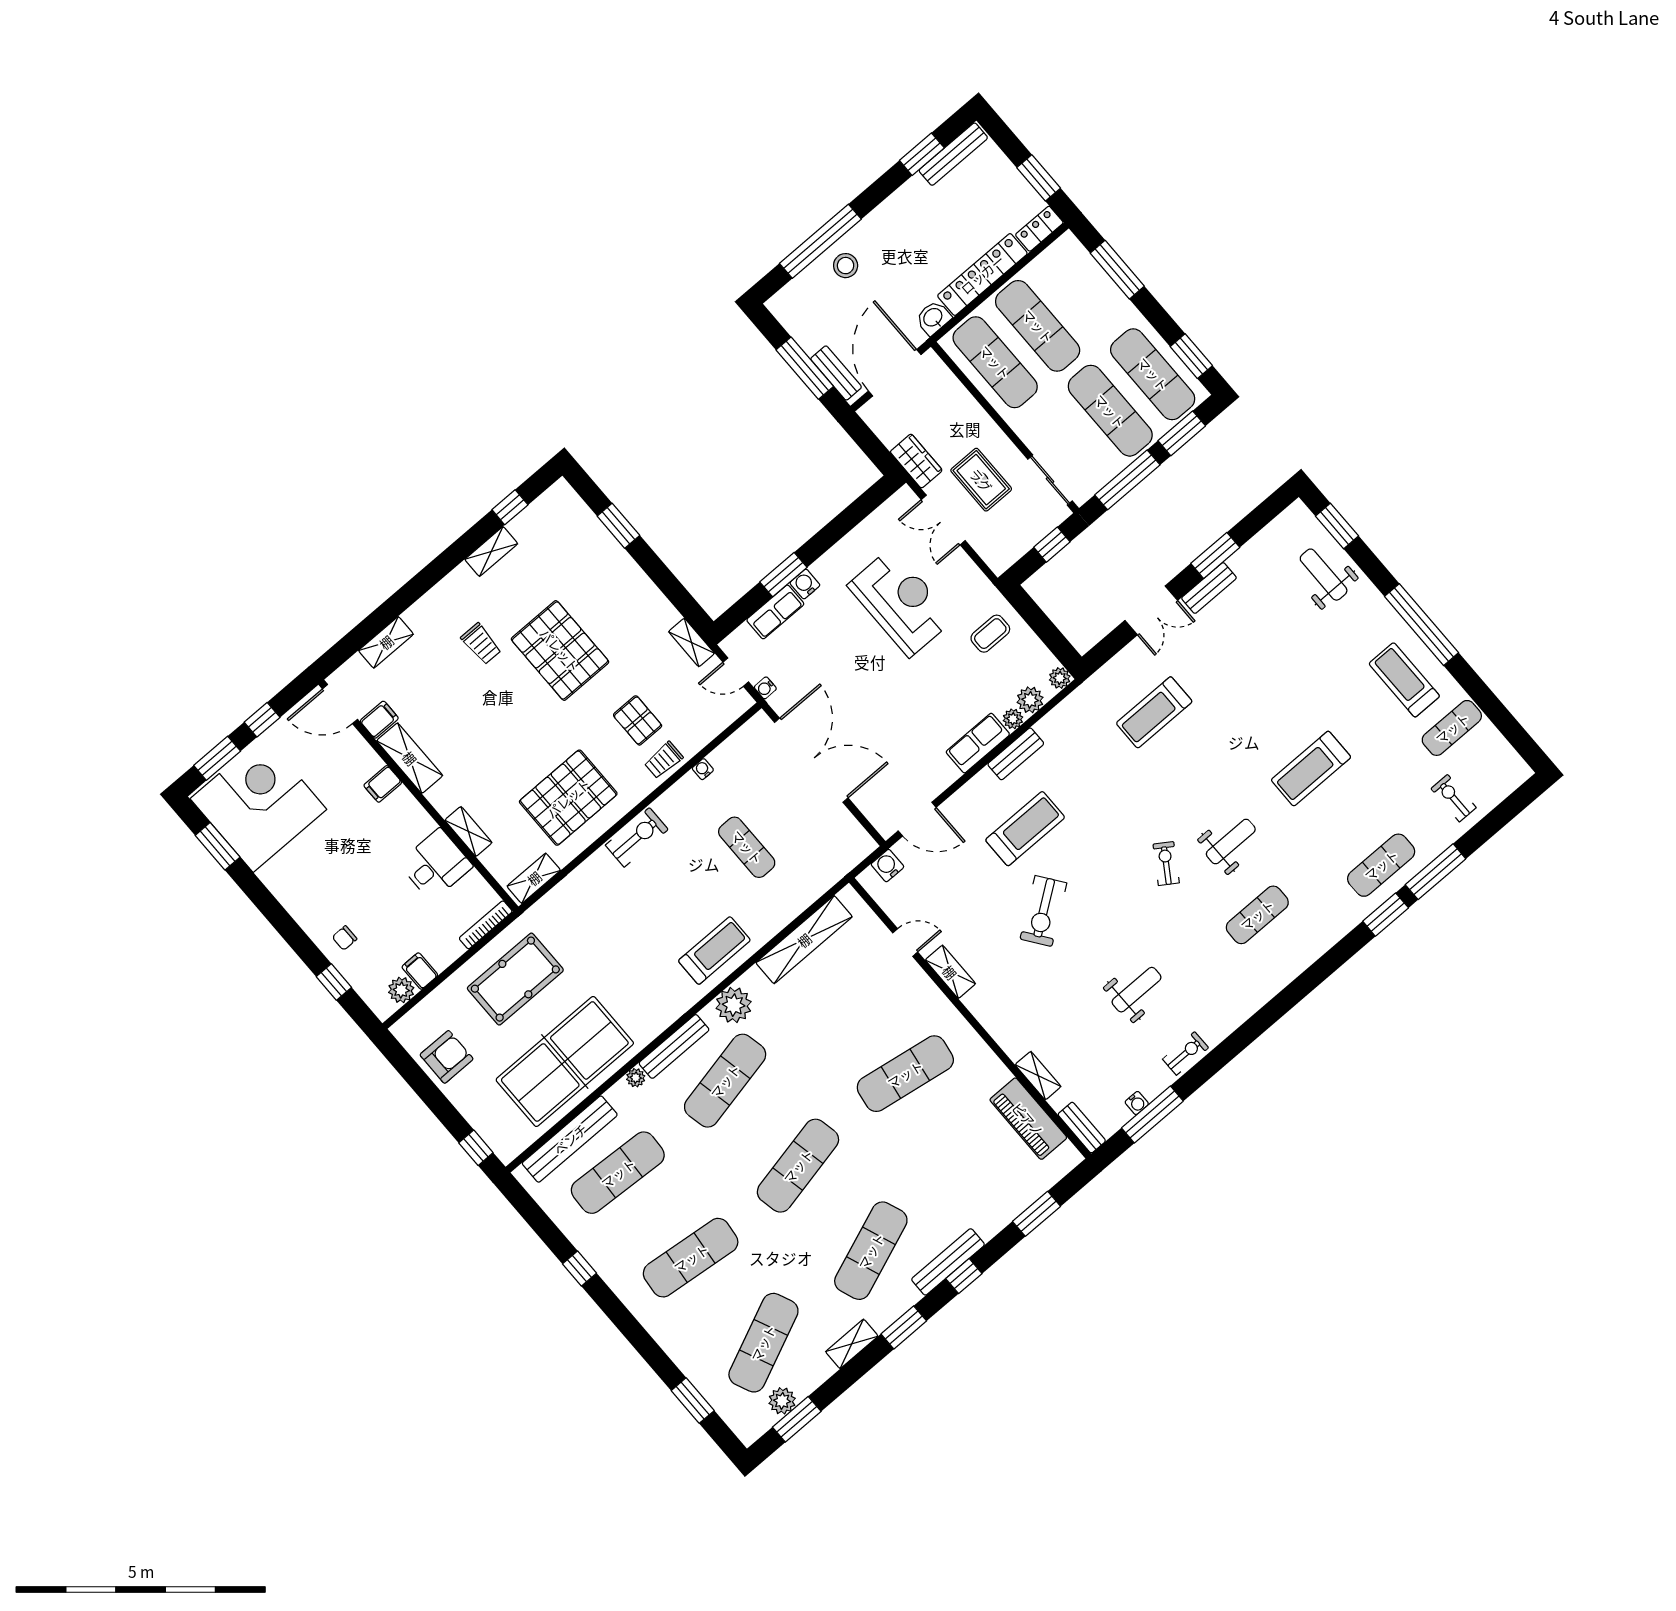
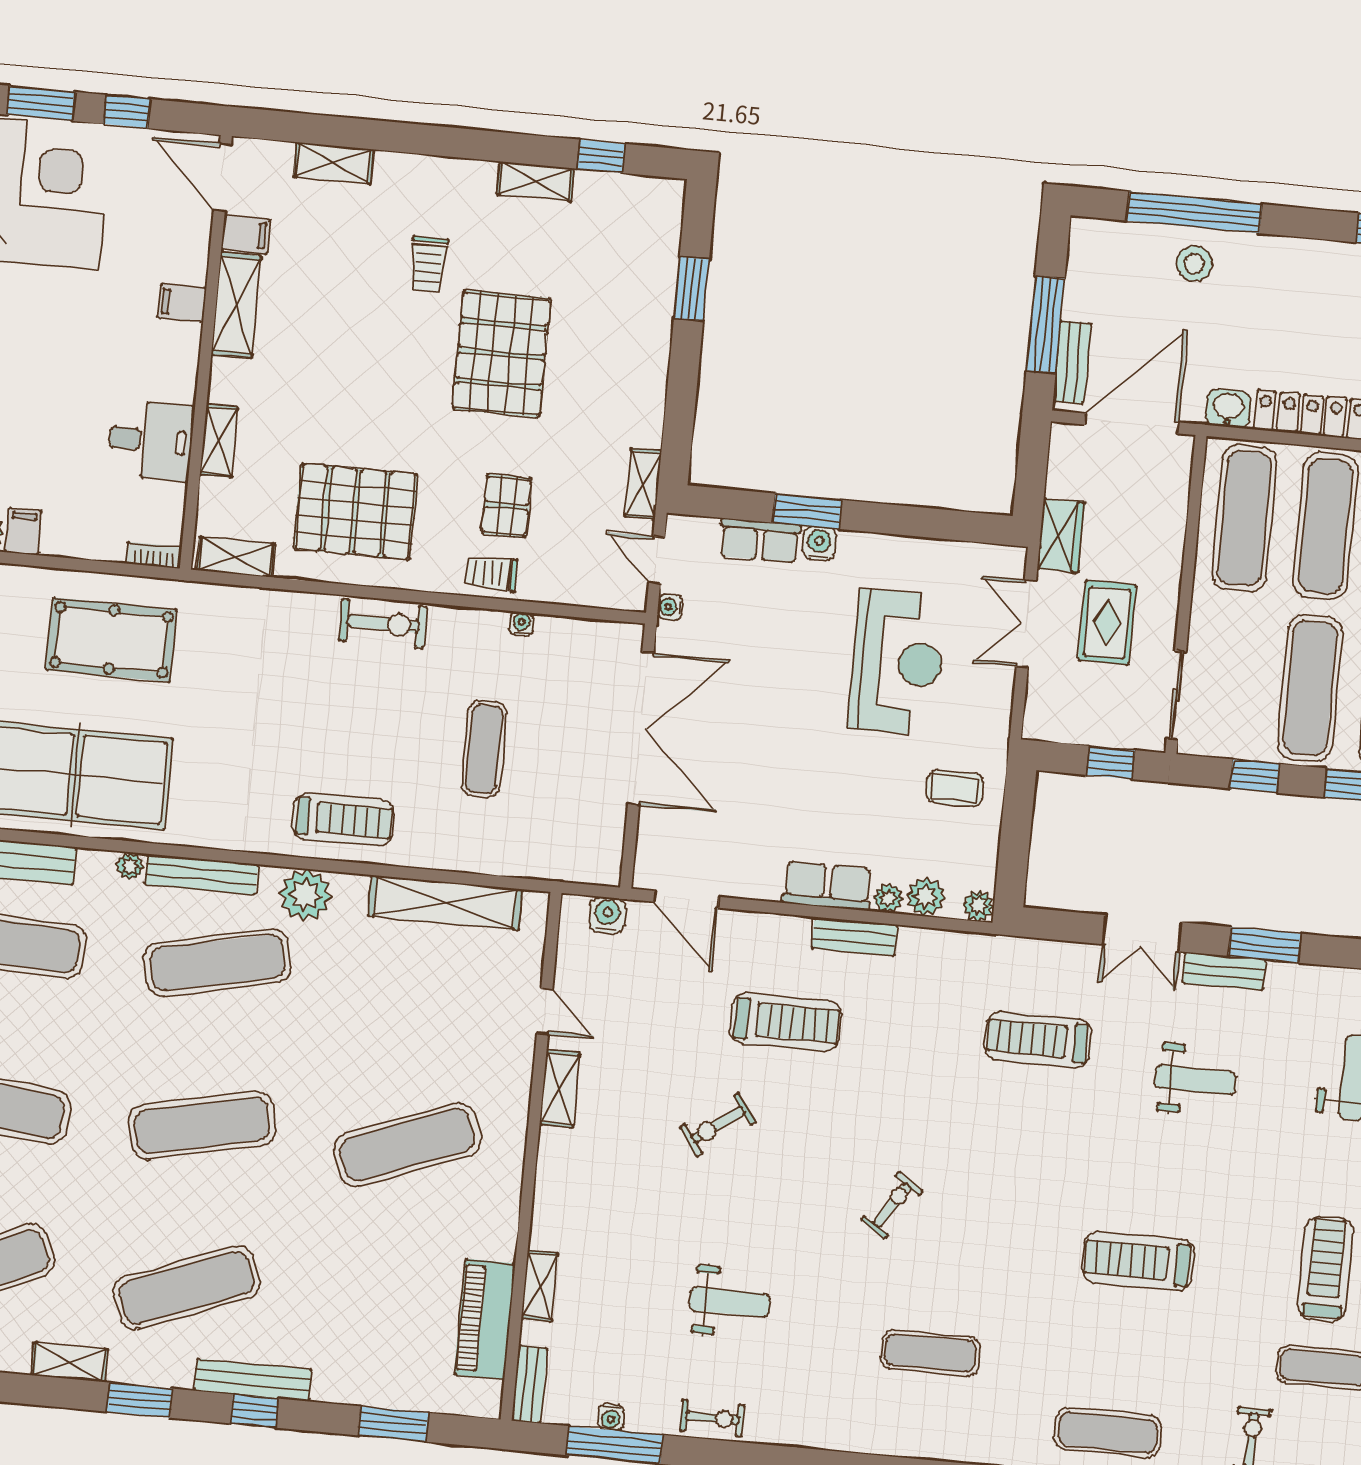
window: (1127, 480) -> (1255, 776), width x0.46
weight bench: (1231, 842) -> (1195, 1080), moved
exercise bike: (1043, 911) -> (718, 1125), width x0.73, depth x0.72
bookcase: (486, 925) -> (154, 555), width x0.64
exercise mat: (905, 1074) -> (407, 1145), turned -30

